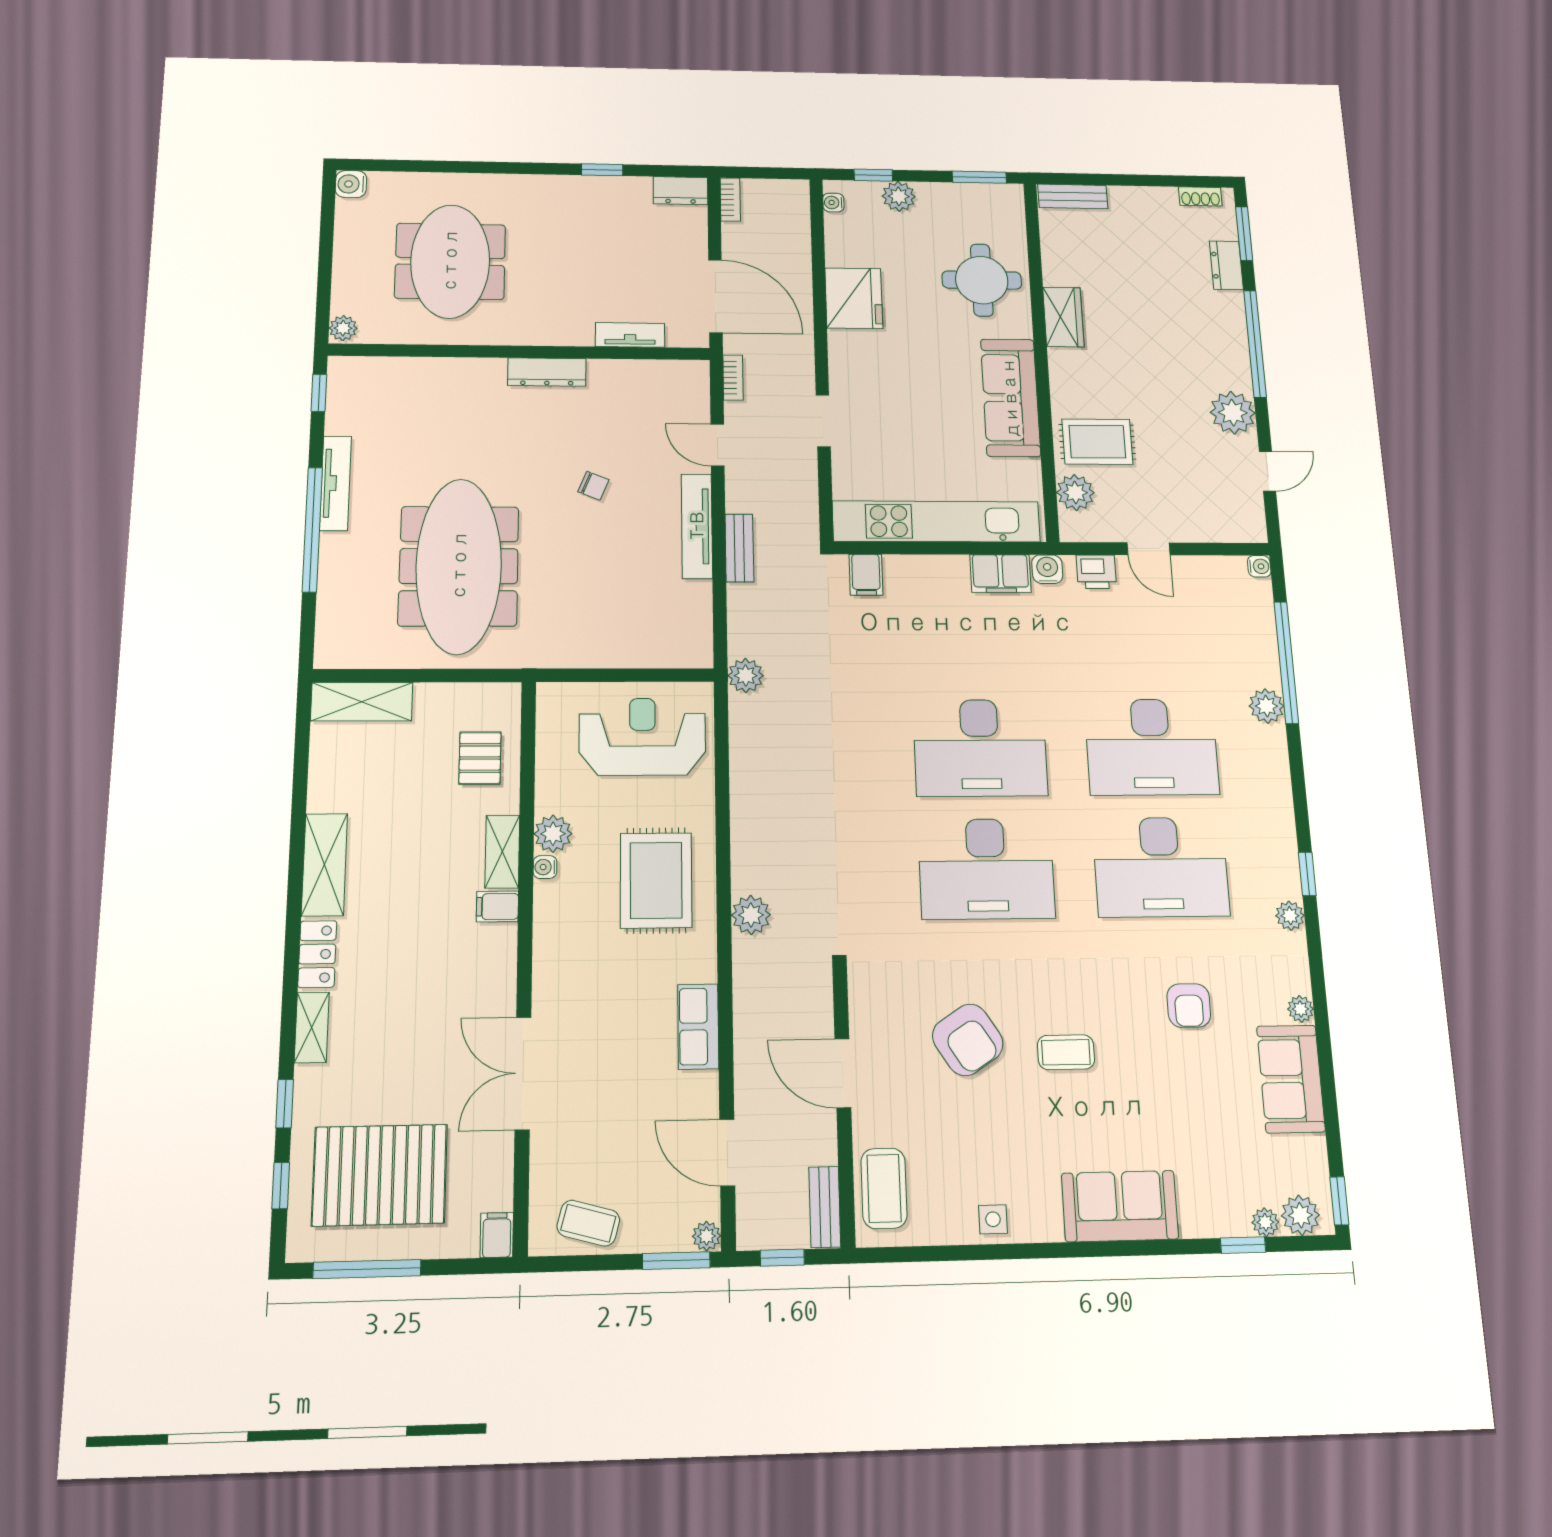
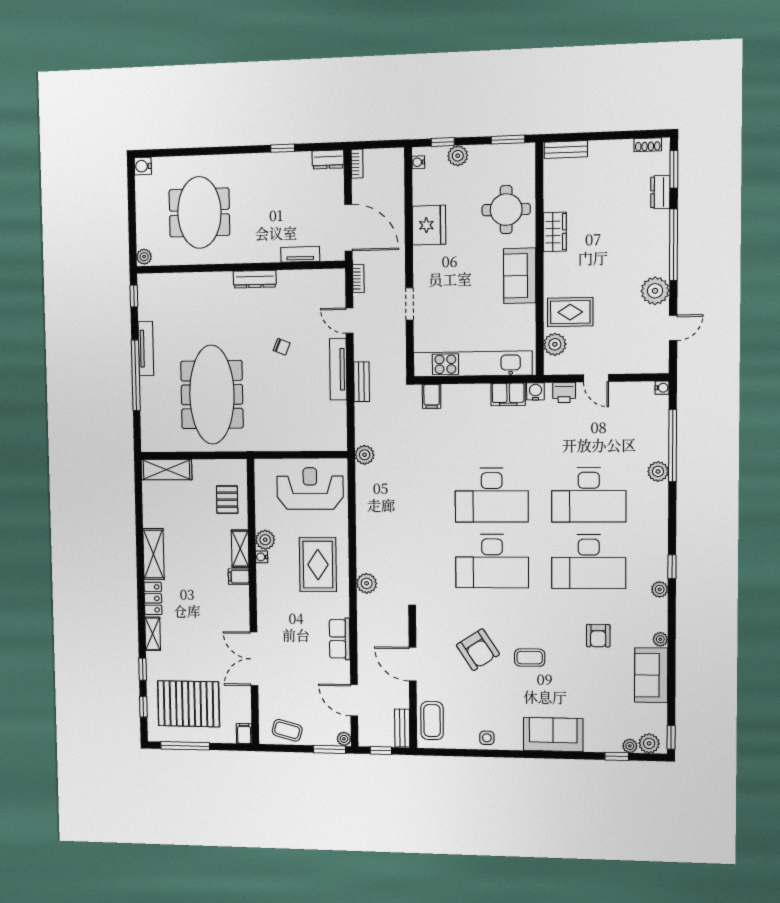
sofa: (1010, 398) -> (520, 276), width x0.73

